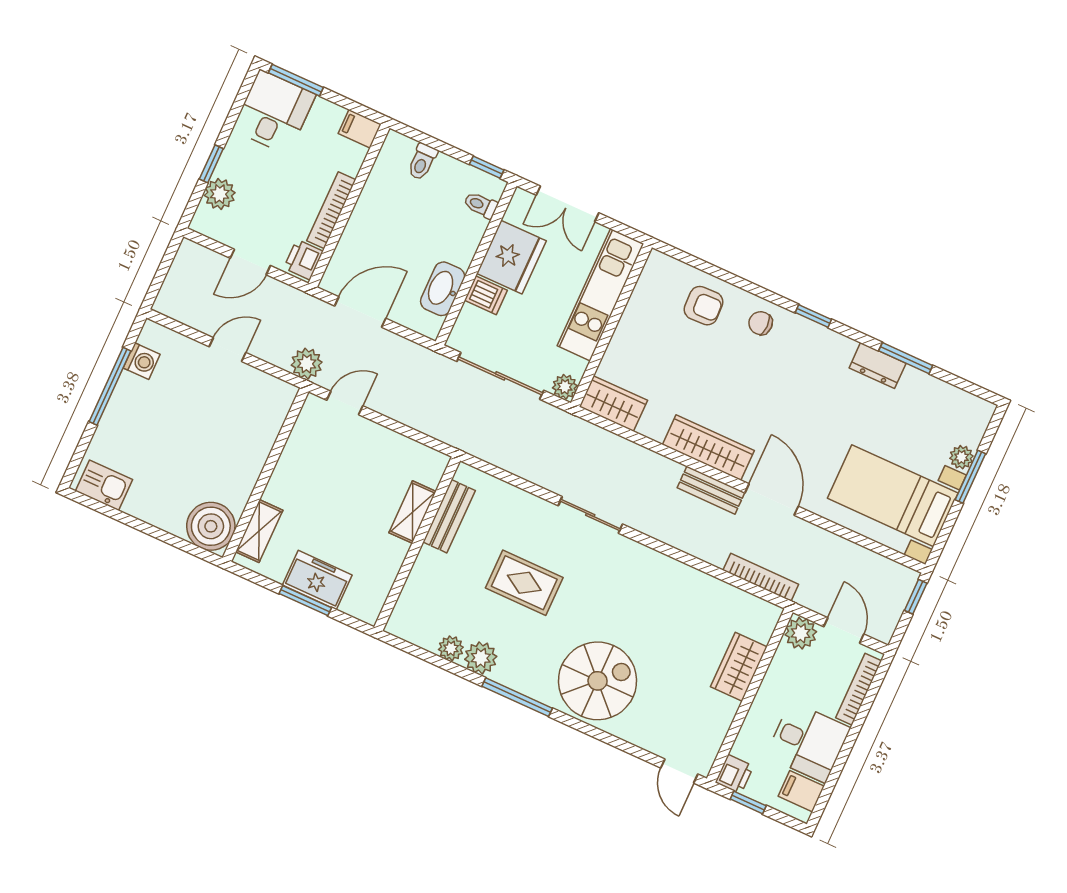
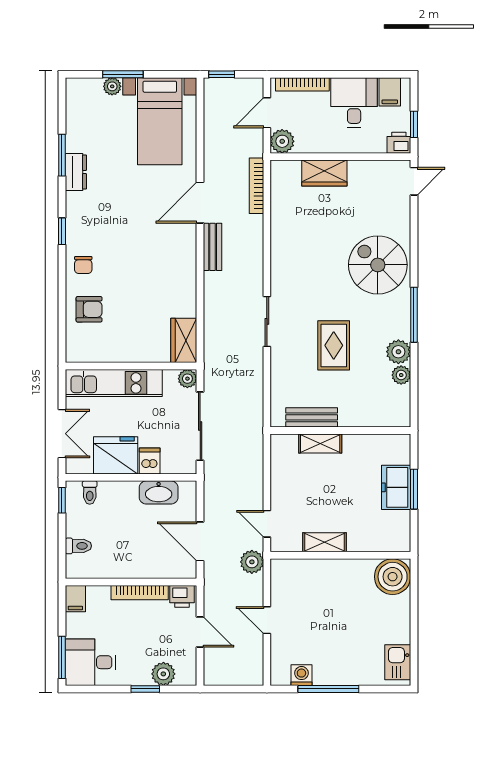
armchair: (704, 306) -> (89, 309), turned 92
wardrobe: (708, 448) -> (184, 262), removed
shelving: (259, 531) -> (324, 542), moved

